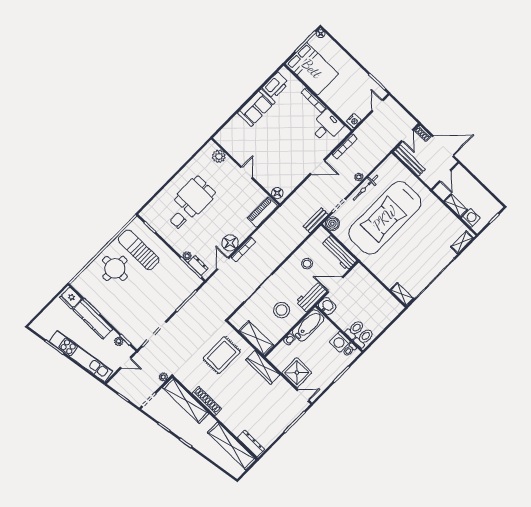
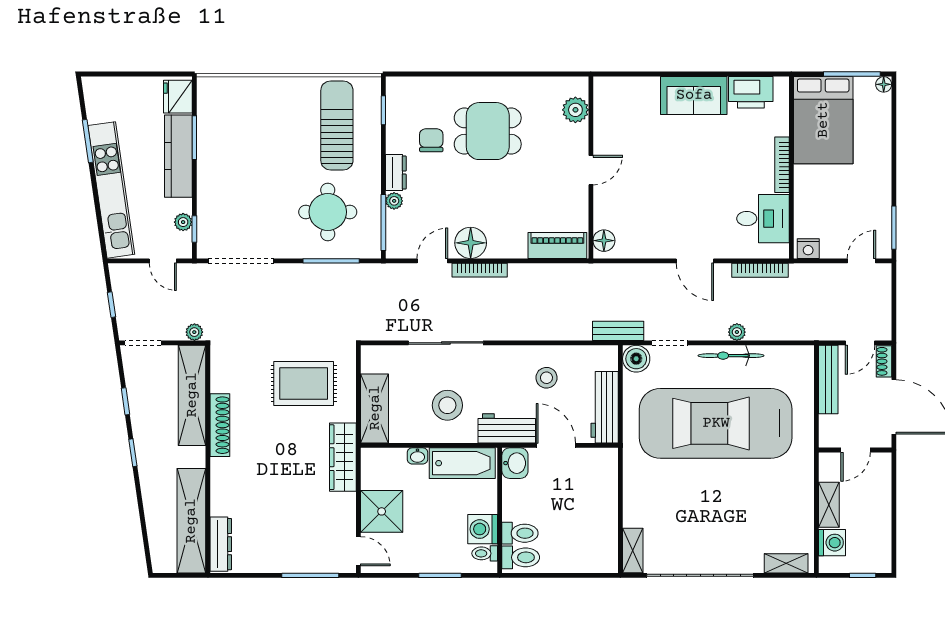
dresser: (198, 266) -> (396, 173), moved
round table: (115, 268) -> (328, 212), moved

